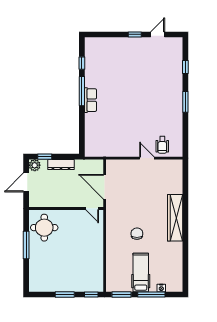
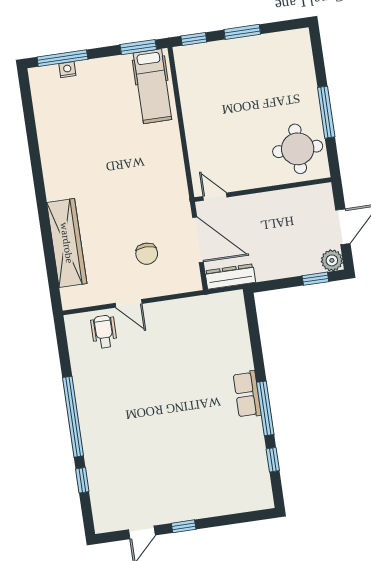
window: (185, 102) -> (73, 417), width x2.11
dresser: (61, 164) -> (230, 277), moved
wardrobe: (175, 218) -> (67, 243), moved
chair: (137, 234) -> (147, 254), moved
hospital bed: (141, 272) -> (152, 86), moved
window: (151, 295) -> (62, 58), moved

